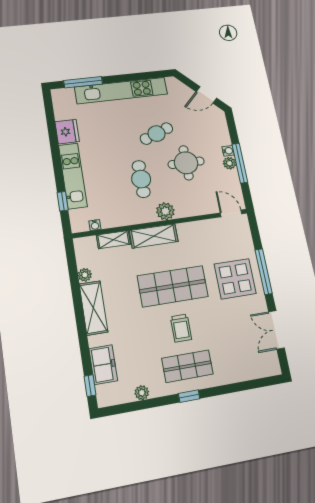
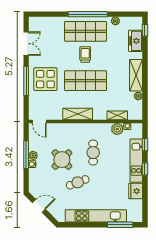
round table: (186, 163) -> (62, 160), turned 45
window: (57, 165) -> (145, 169), added
plant: (165, 211) -> (117, 129), moved
shelving: (154, 236) -> (78, 114), moved
shop shelf: (187, 366) -> (86, 31), width x1.43, depth x1.36
window: (189, 396) -> (88, 14), width x3.17

